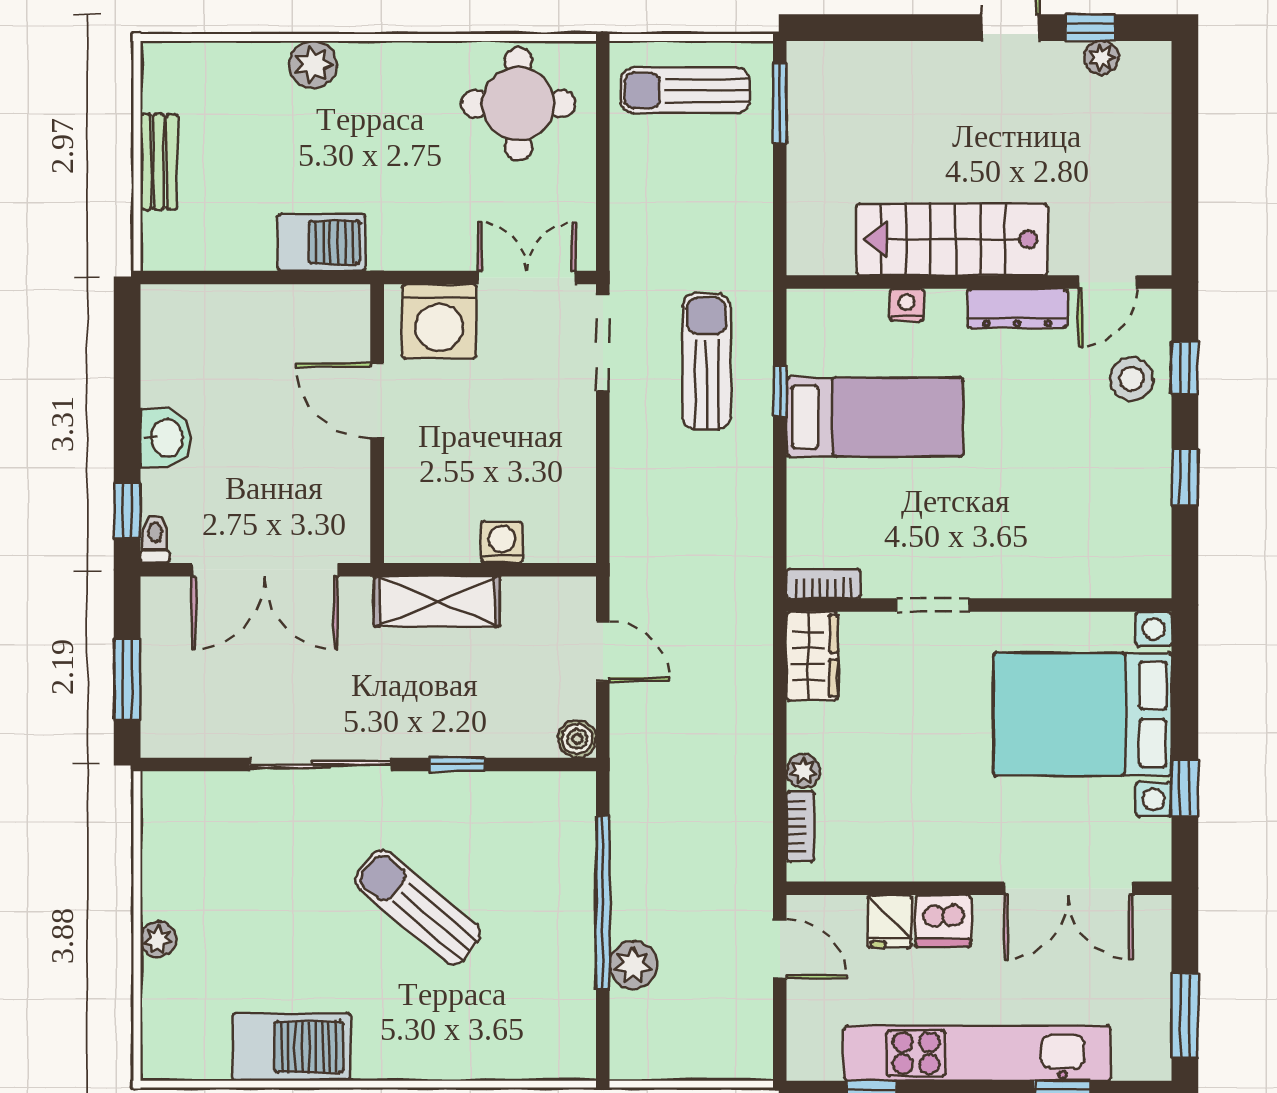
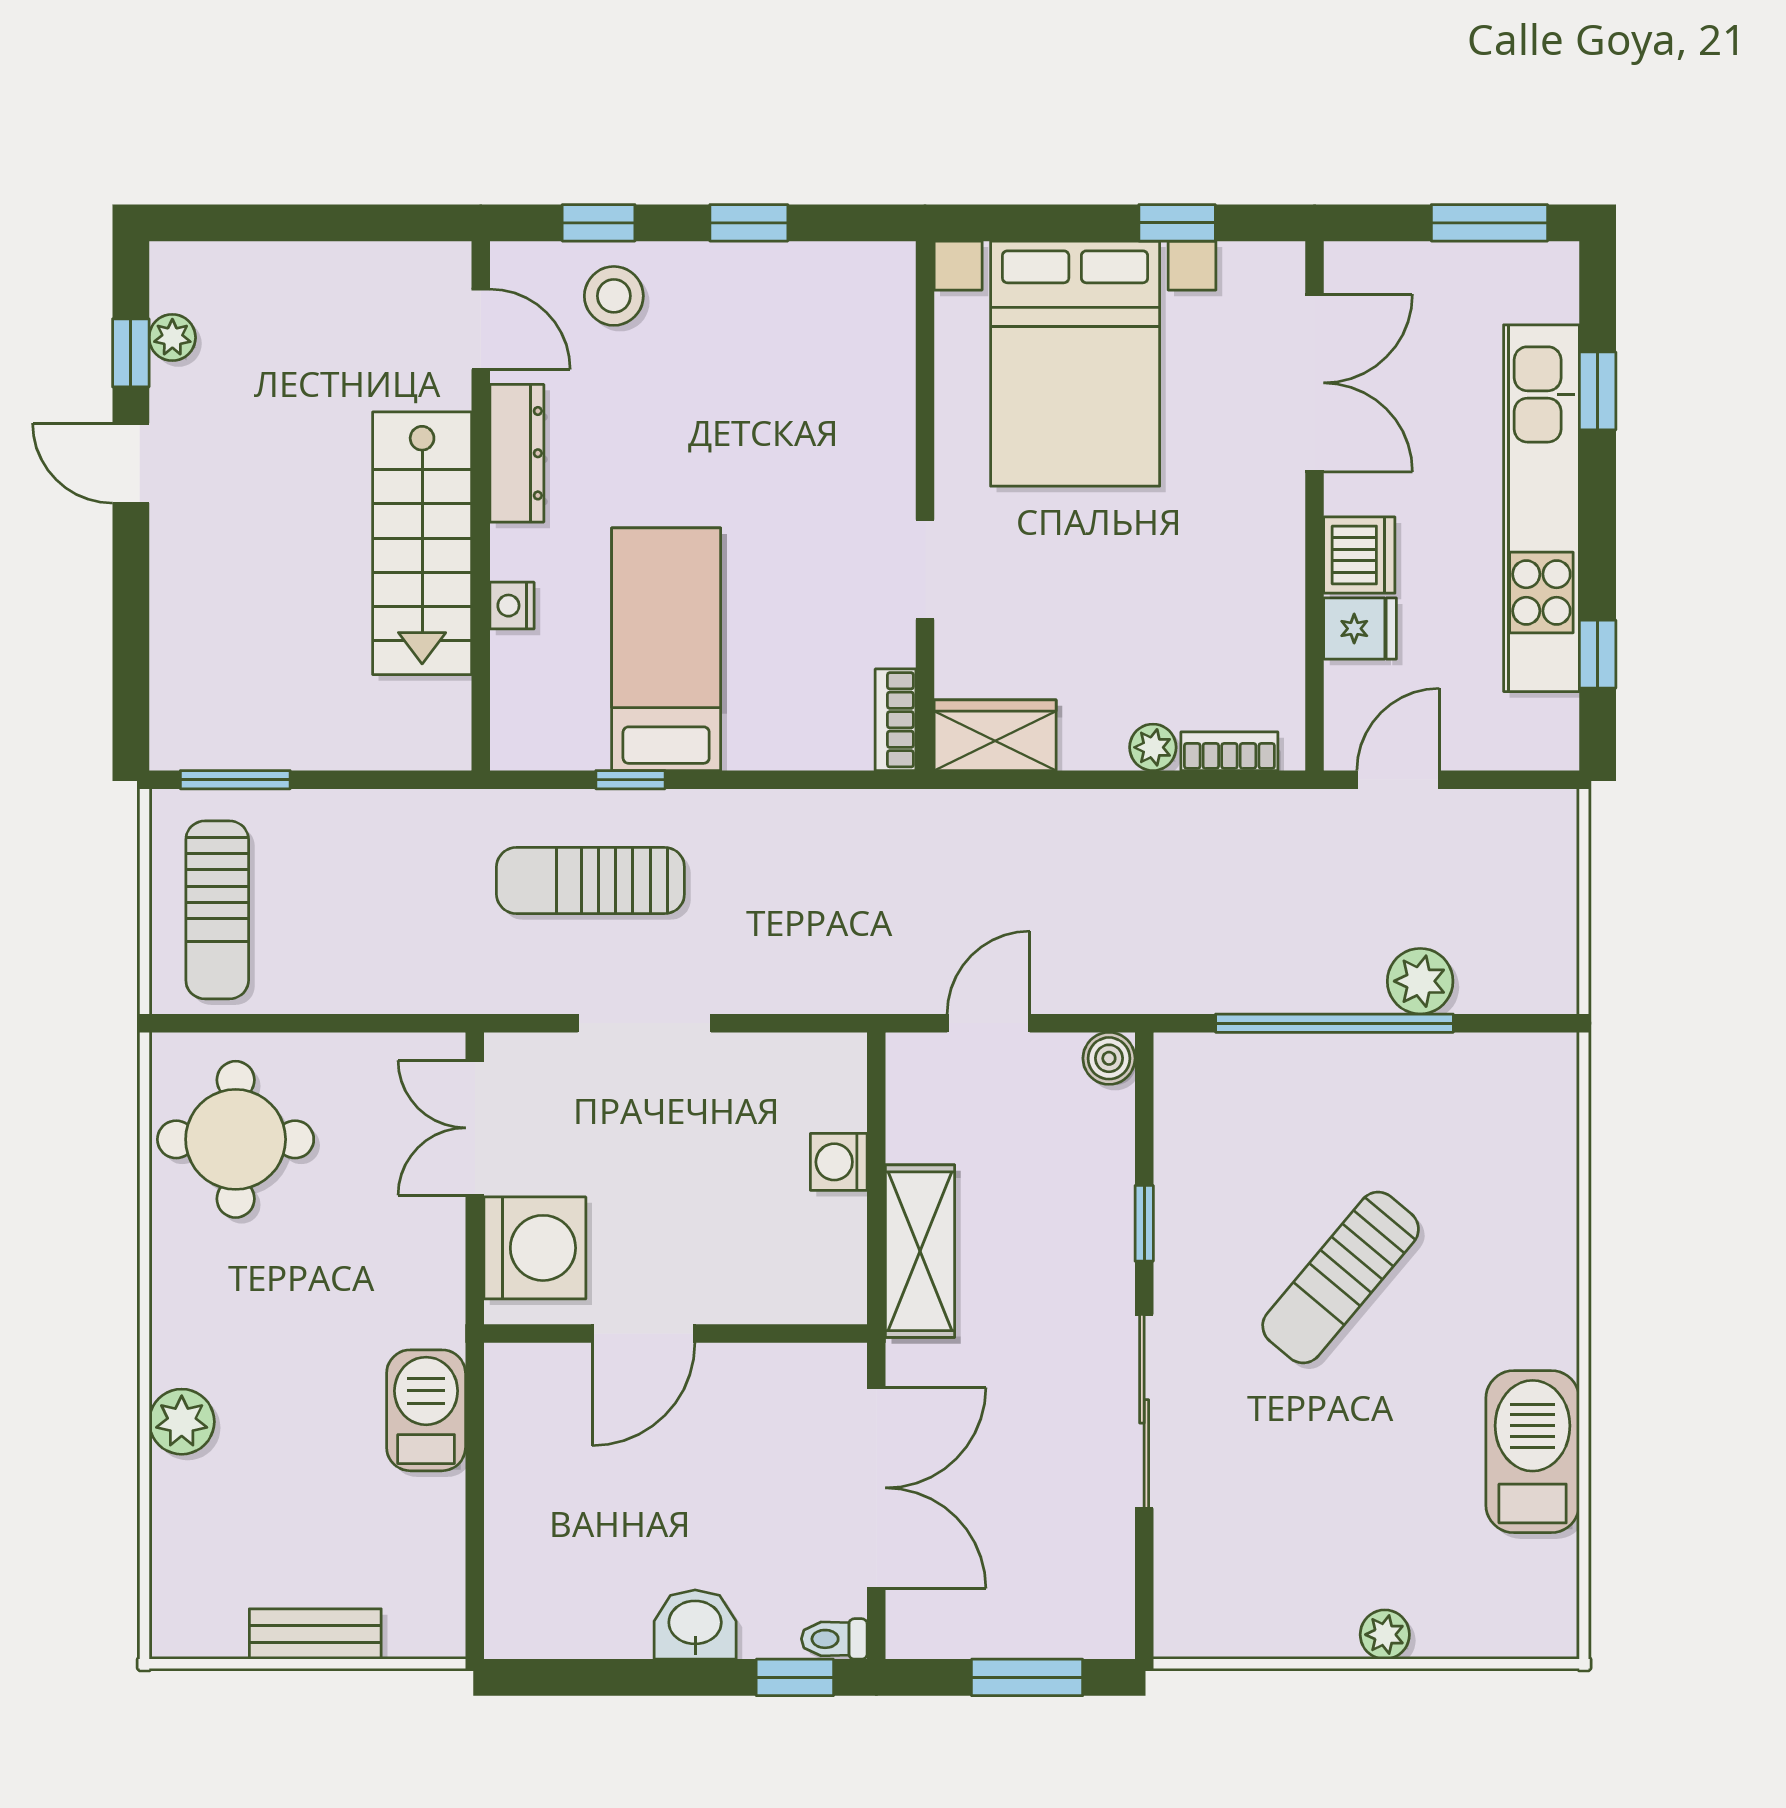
doorway: (603, 343) -> (644, 1023), moved

